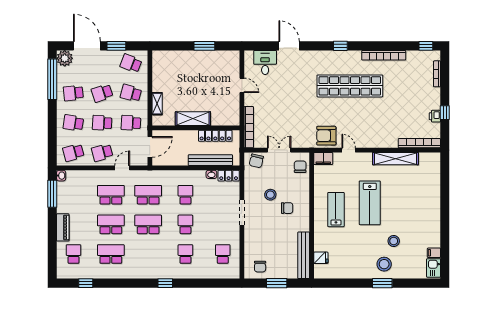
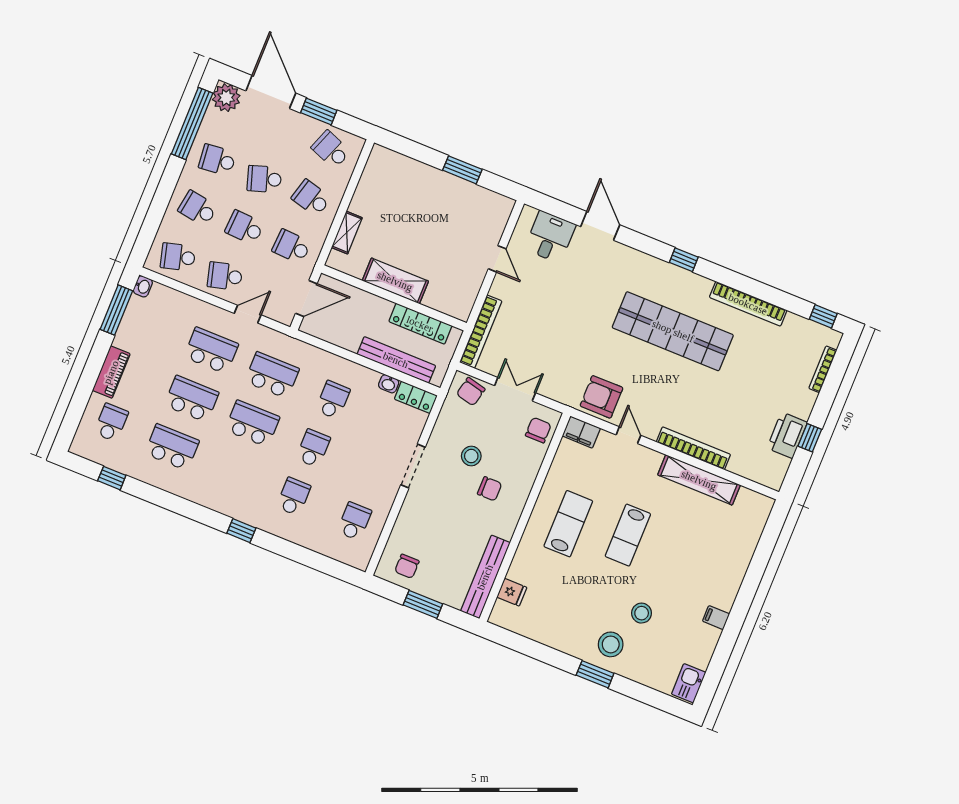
printer: (435, 116) -> (787, 435), width x1.87, depth x1.48
bookcase: (419, 143) -> (693, 448), moved
lab bench: (370, 203) -> (628, 535), width x0.73, depth x0.72
filing cabinet: (434, 253) -> (716, 618), moved

